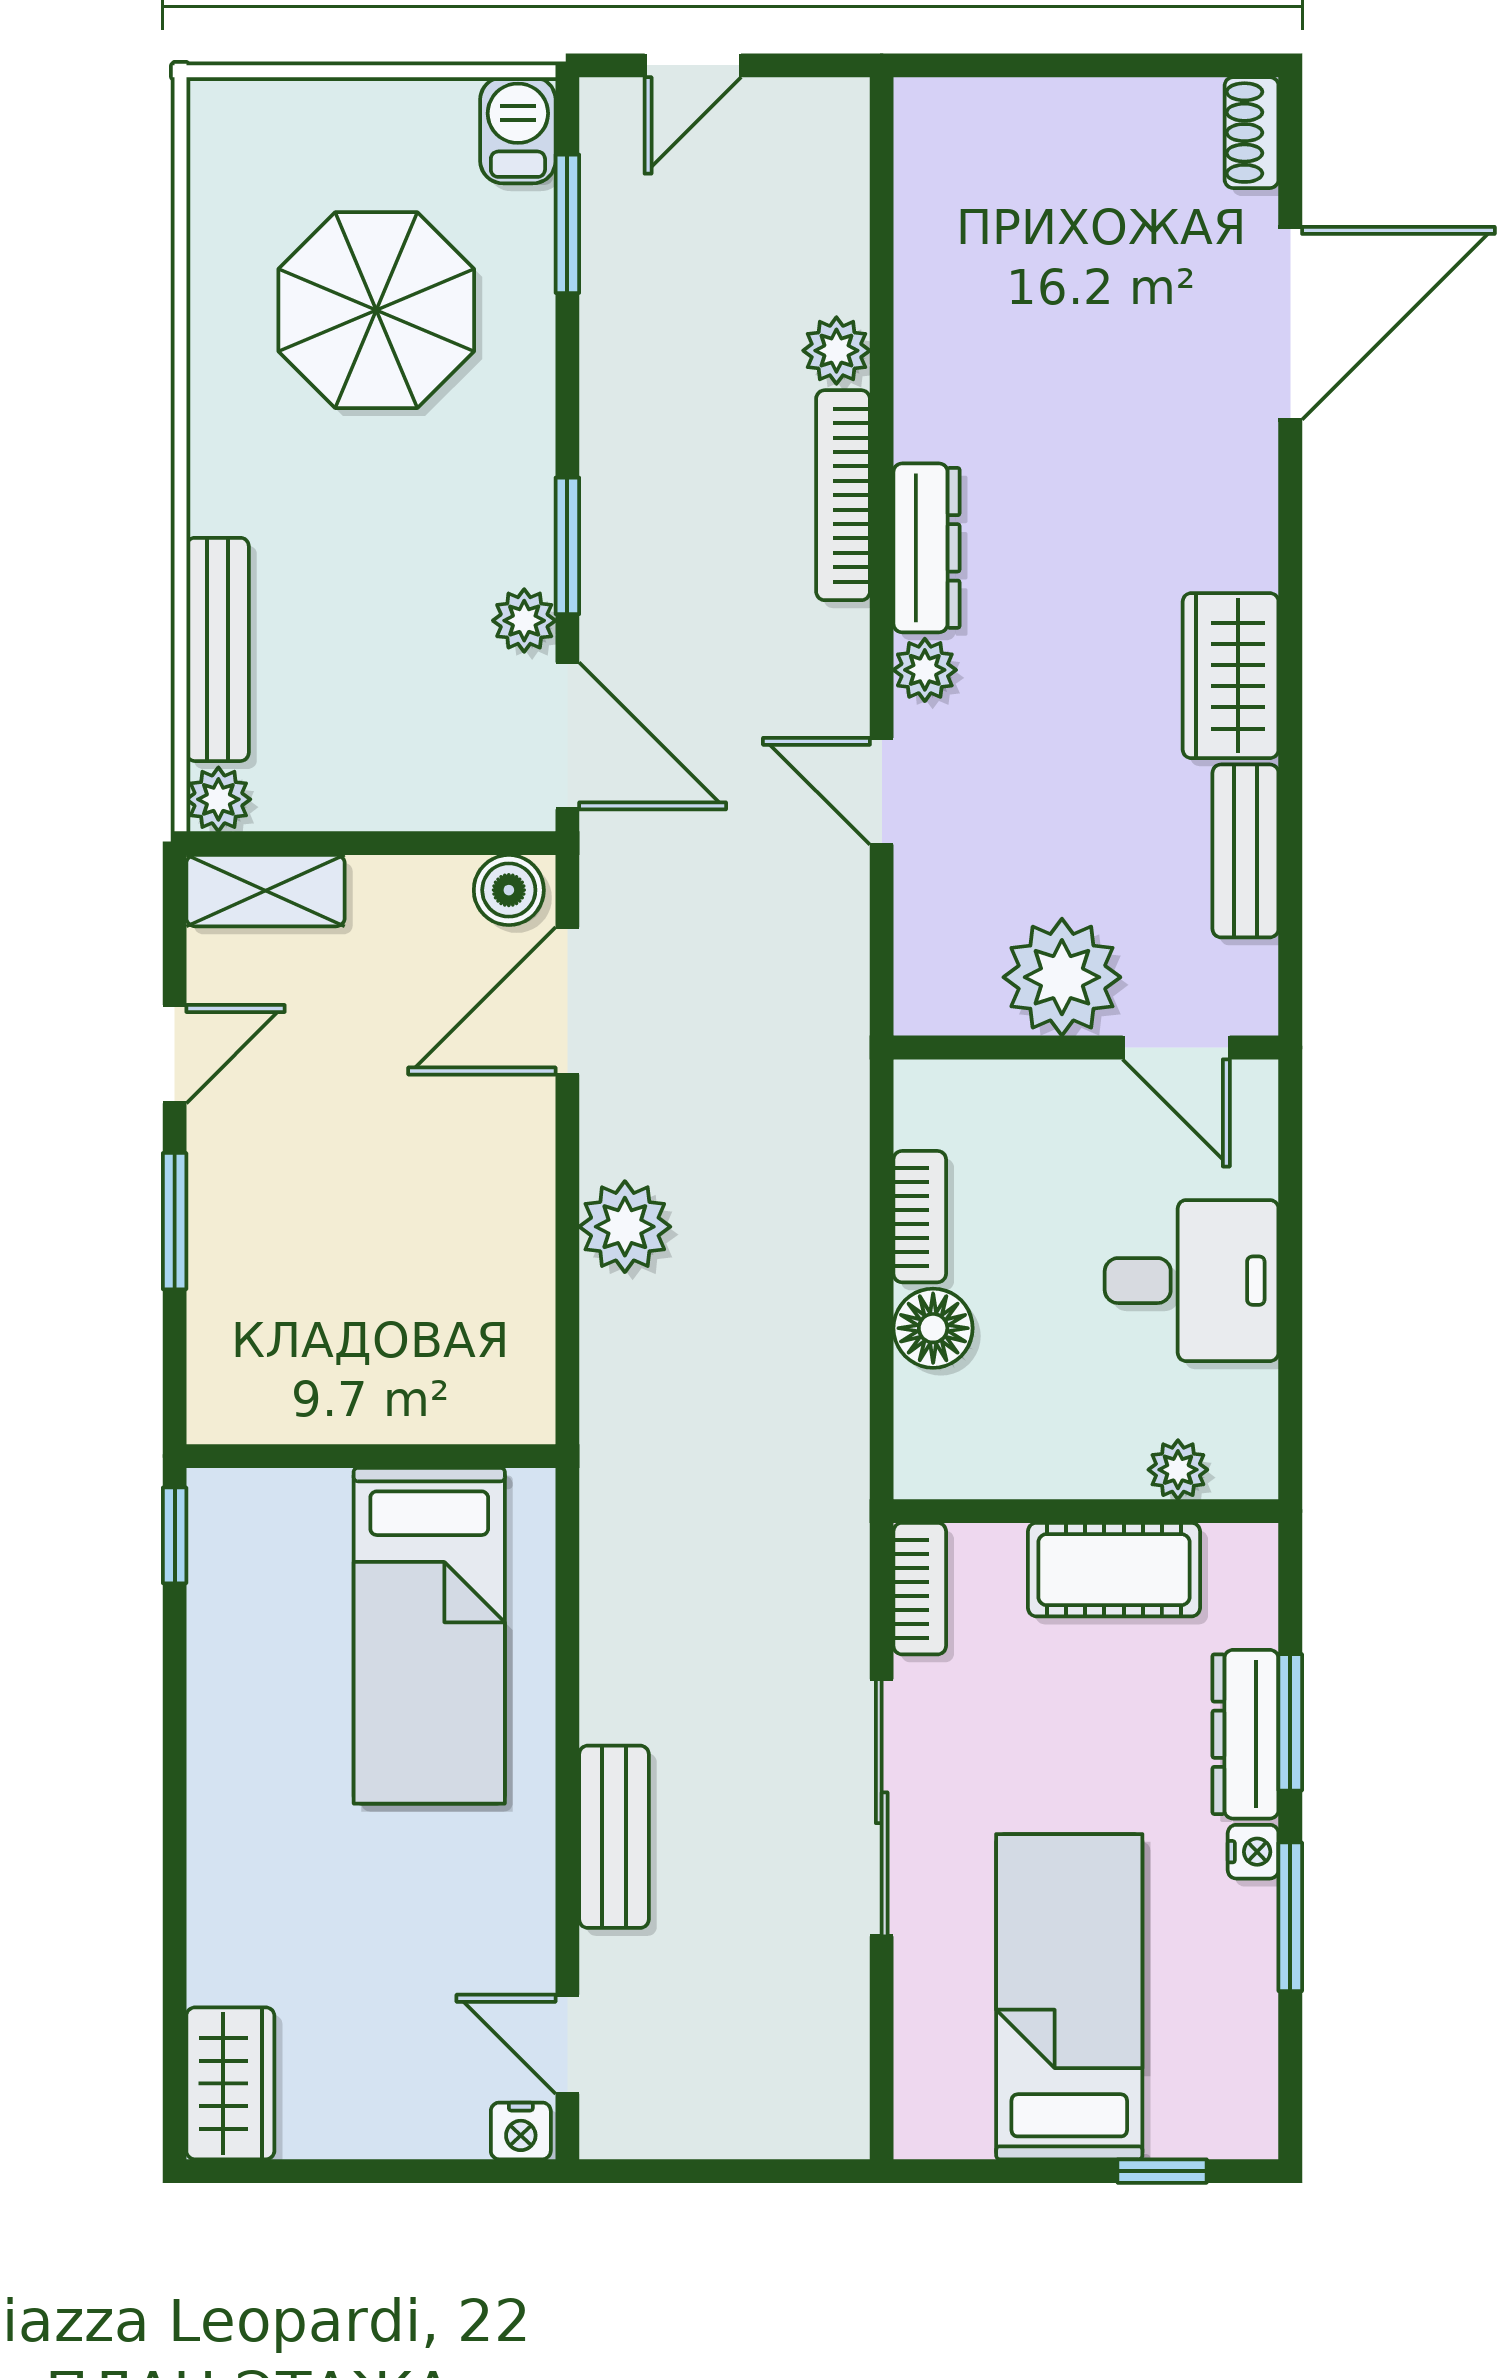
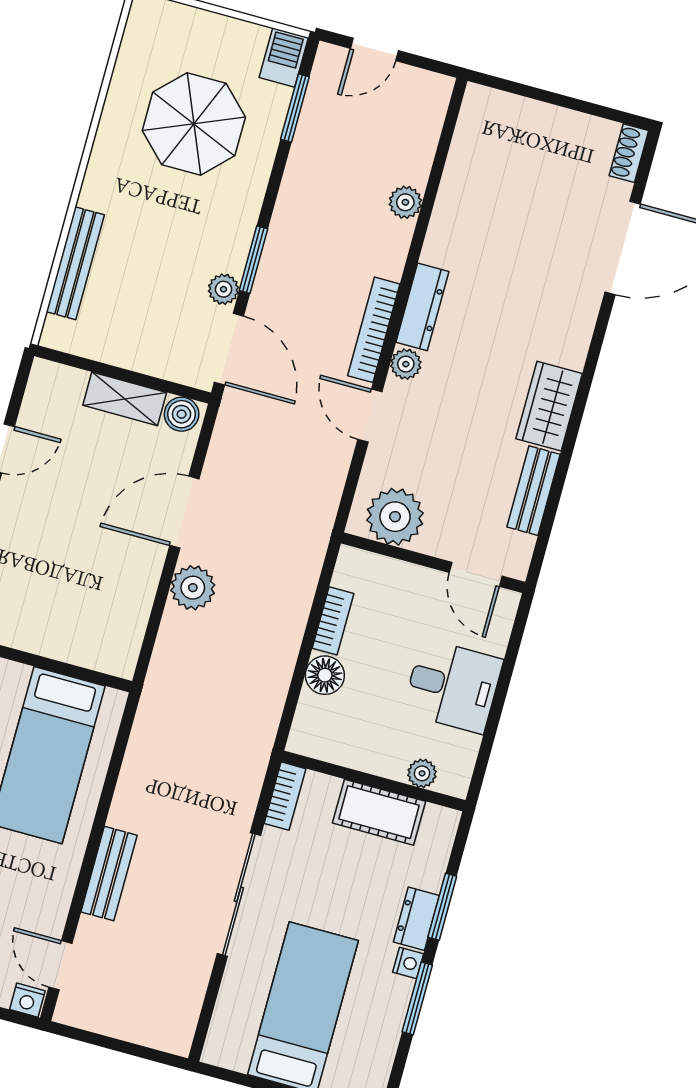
bookcase: (843, 495) -> (374, 330), moved
plant: (218, 799) -> (56, 334), removed
shelving: (266, 891) -> (125, 399), moved
plant: (1062, 977) -> (395, 517), moved
door: (567, 1001) -> (184, 512), moved
dresser: (1245, 1734) -> (416, 919), width x0.70

